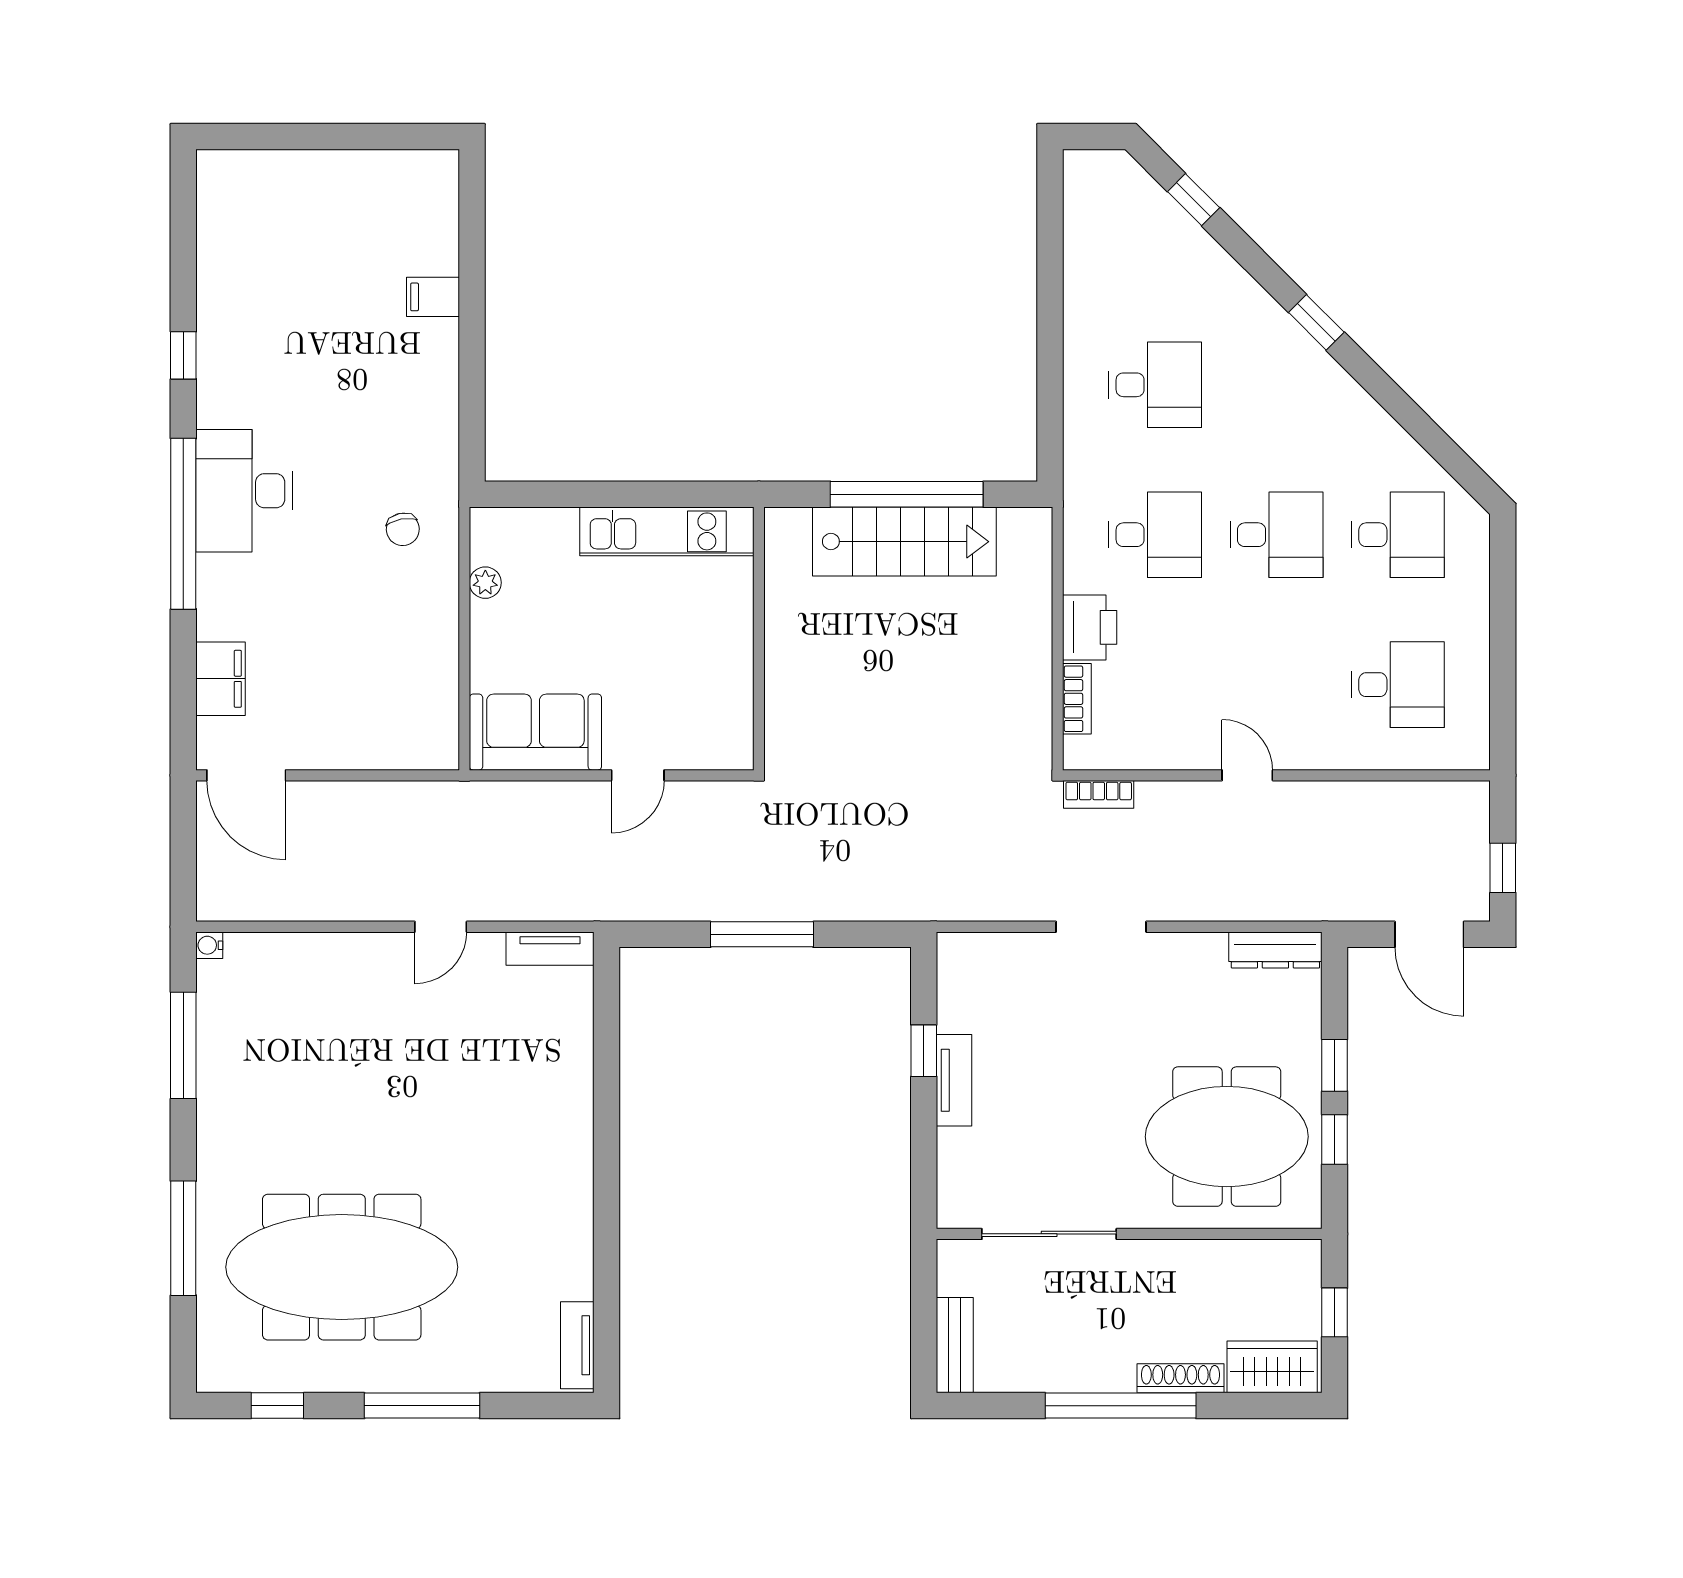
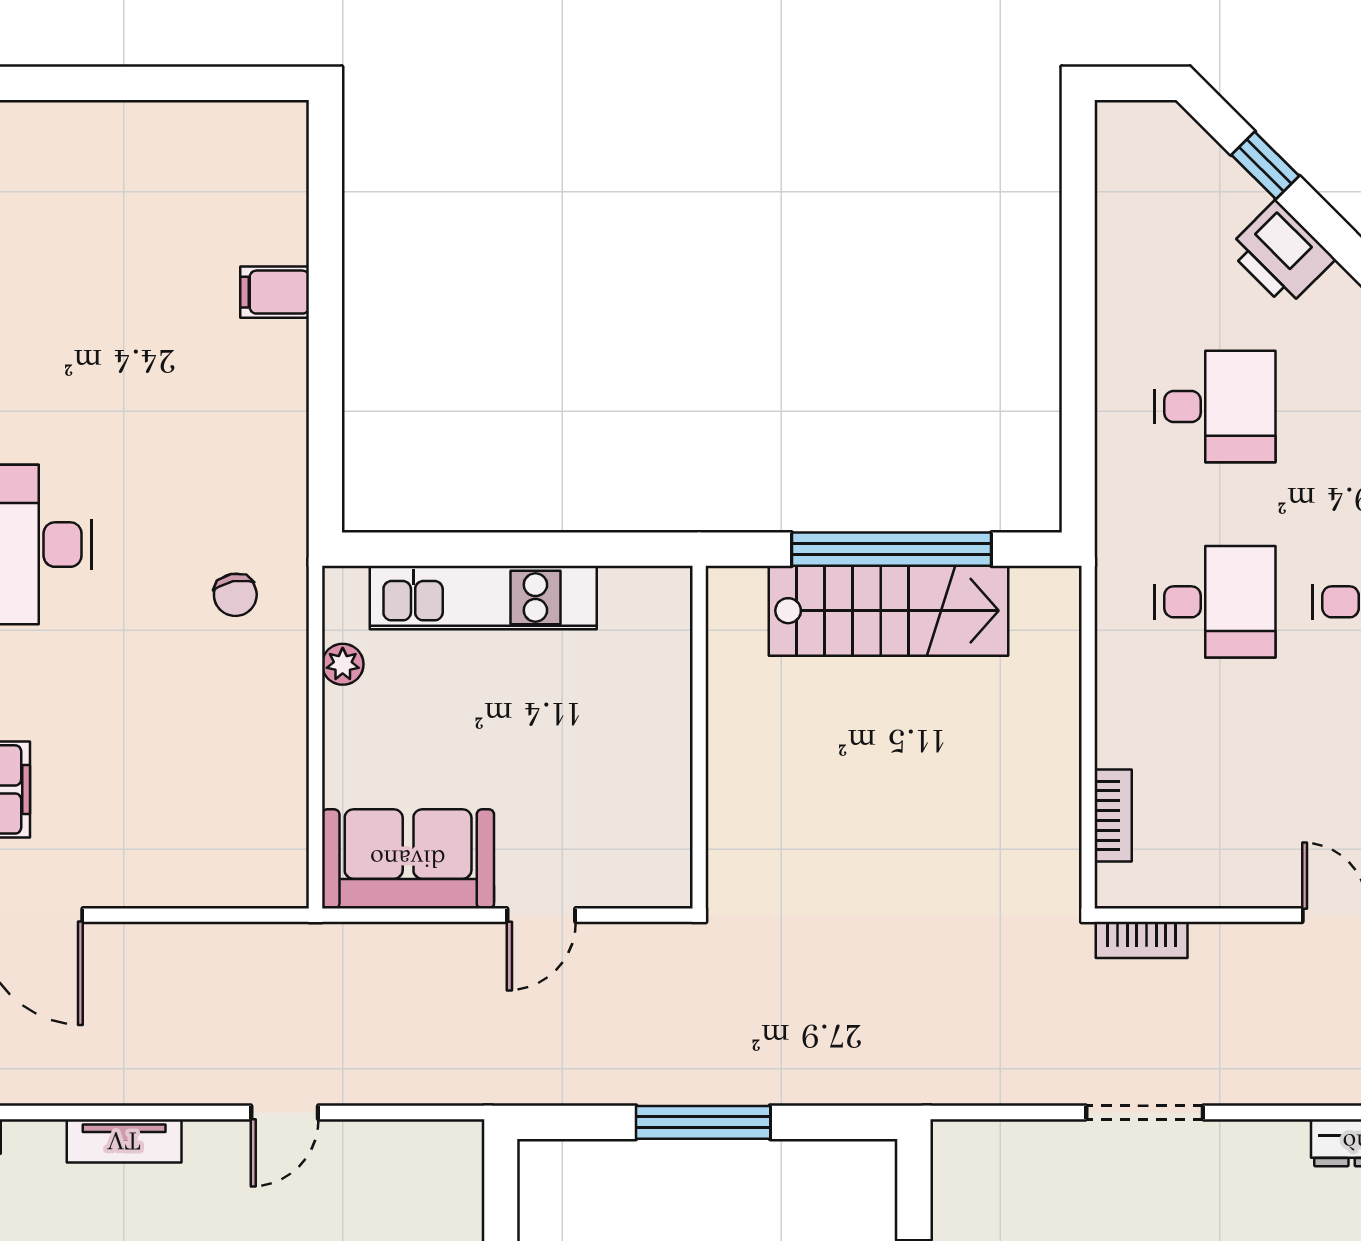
kitchen unit: (667, 531) -> (483, 597), moved
printer: (1090, 627) -> (1281, 254), moved, turned 135
tv unit: (550, 949) -> (124, 1141), moved

